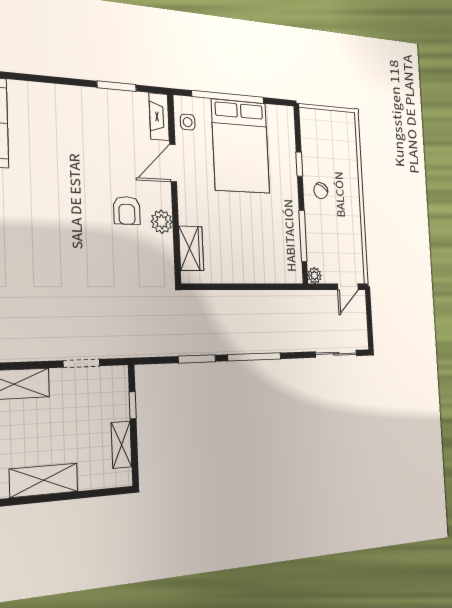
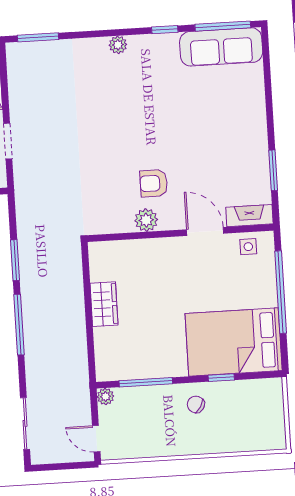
bed: (241, 146) -> (234, 342), moved
wardrobe: (191, 248) -> (104, 304), moved, turned -90

